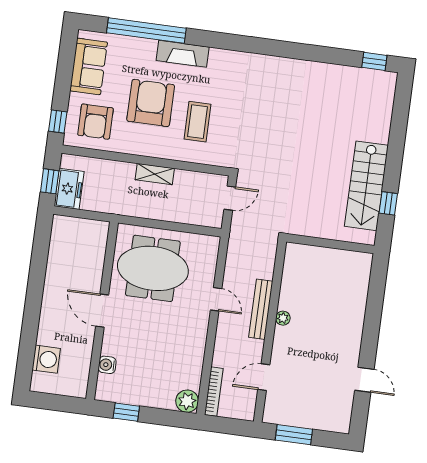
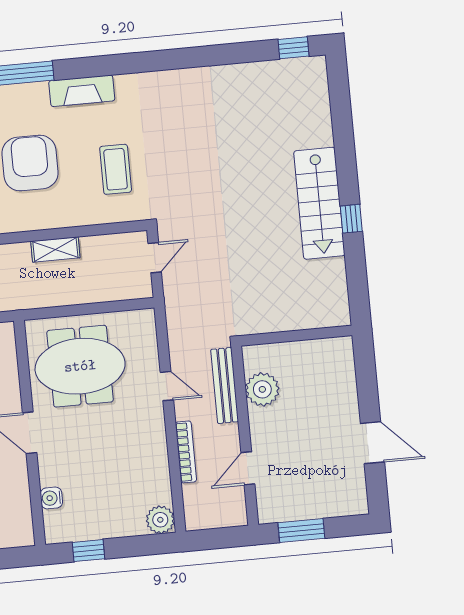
fireplace: (183, 54) -> (82, 91), moved
coffee table: (198, 122) -> (116, 169), moved
wall: (330, 244) -> (296, 336), moved
plant: (283, 318) -> (262, 389), width x1.88, depth x1.88
door: (364, 380) -> (372, 443), width x1.38
bookcase: (214, 392) -> (186, 452), moved

